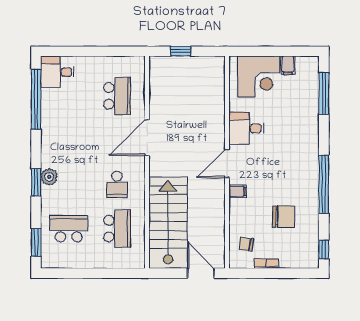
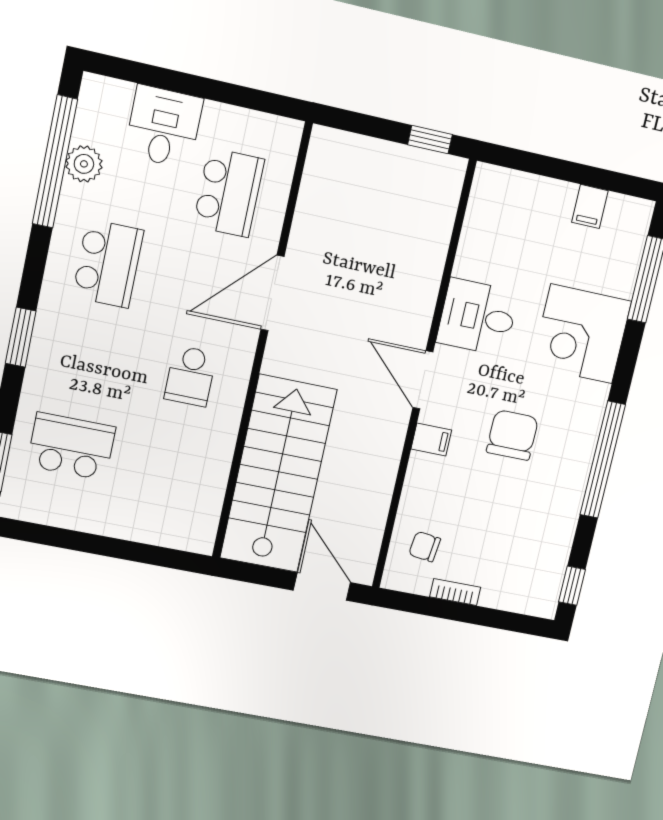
window: (181, 51) -> (430, 140), moved
desk: (57, 72) -> (164, 127), moved, turned 90
corner desk: (259, 77) -> (581, 334), moved, turned 90
door: (227, 164) -> (423, 380), hinge flipped
plant: (49, 177) -> (84, 164), moved
chair: (283, 217) -> (512, 435), moved, turned -90
school desk: (117, 229) -> (108, 264), moved

